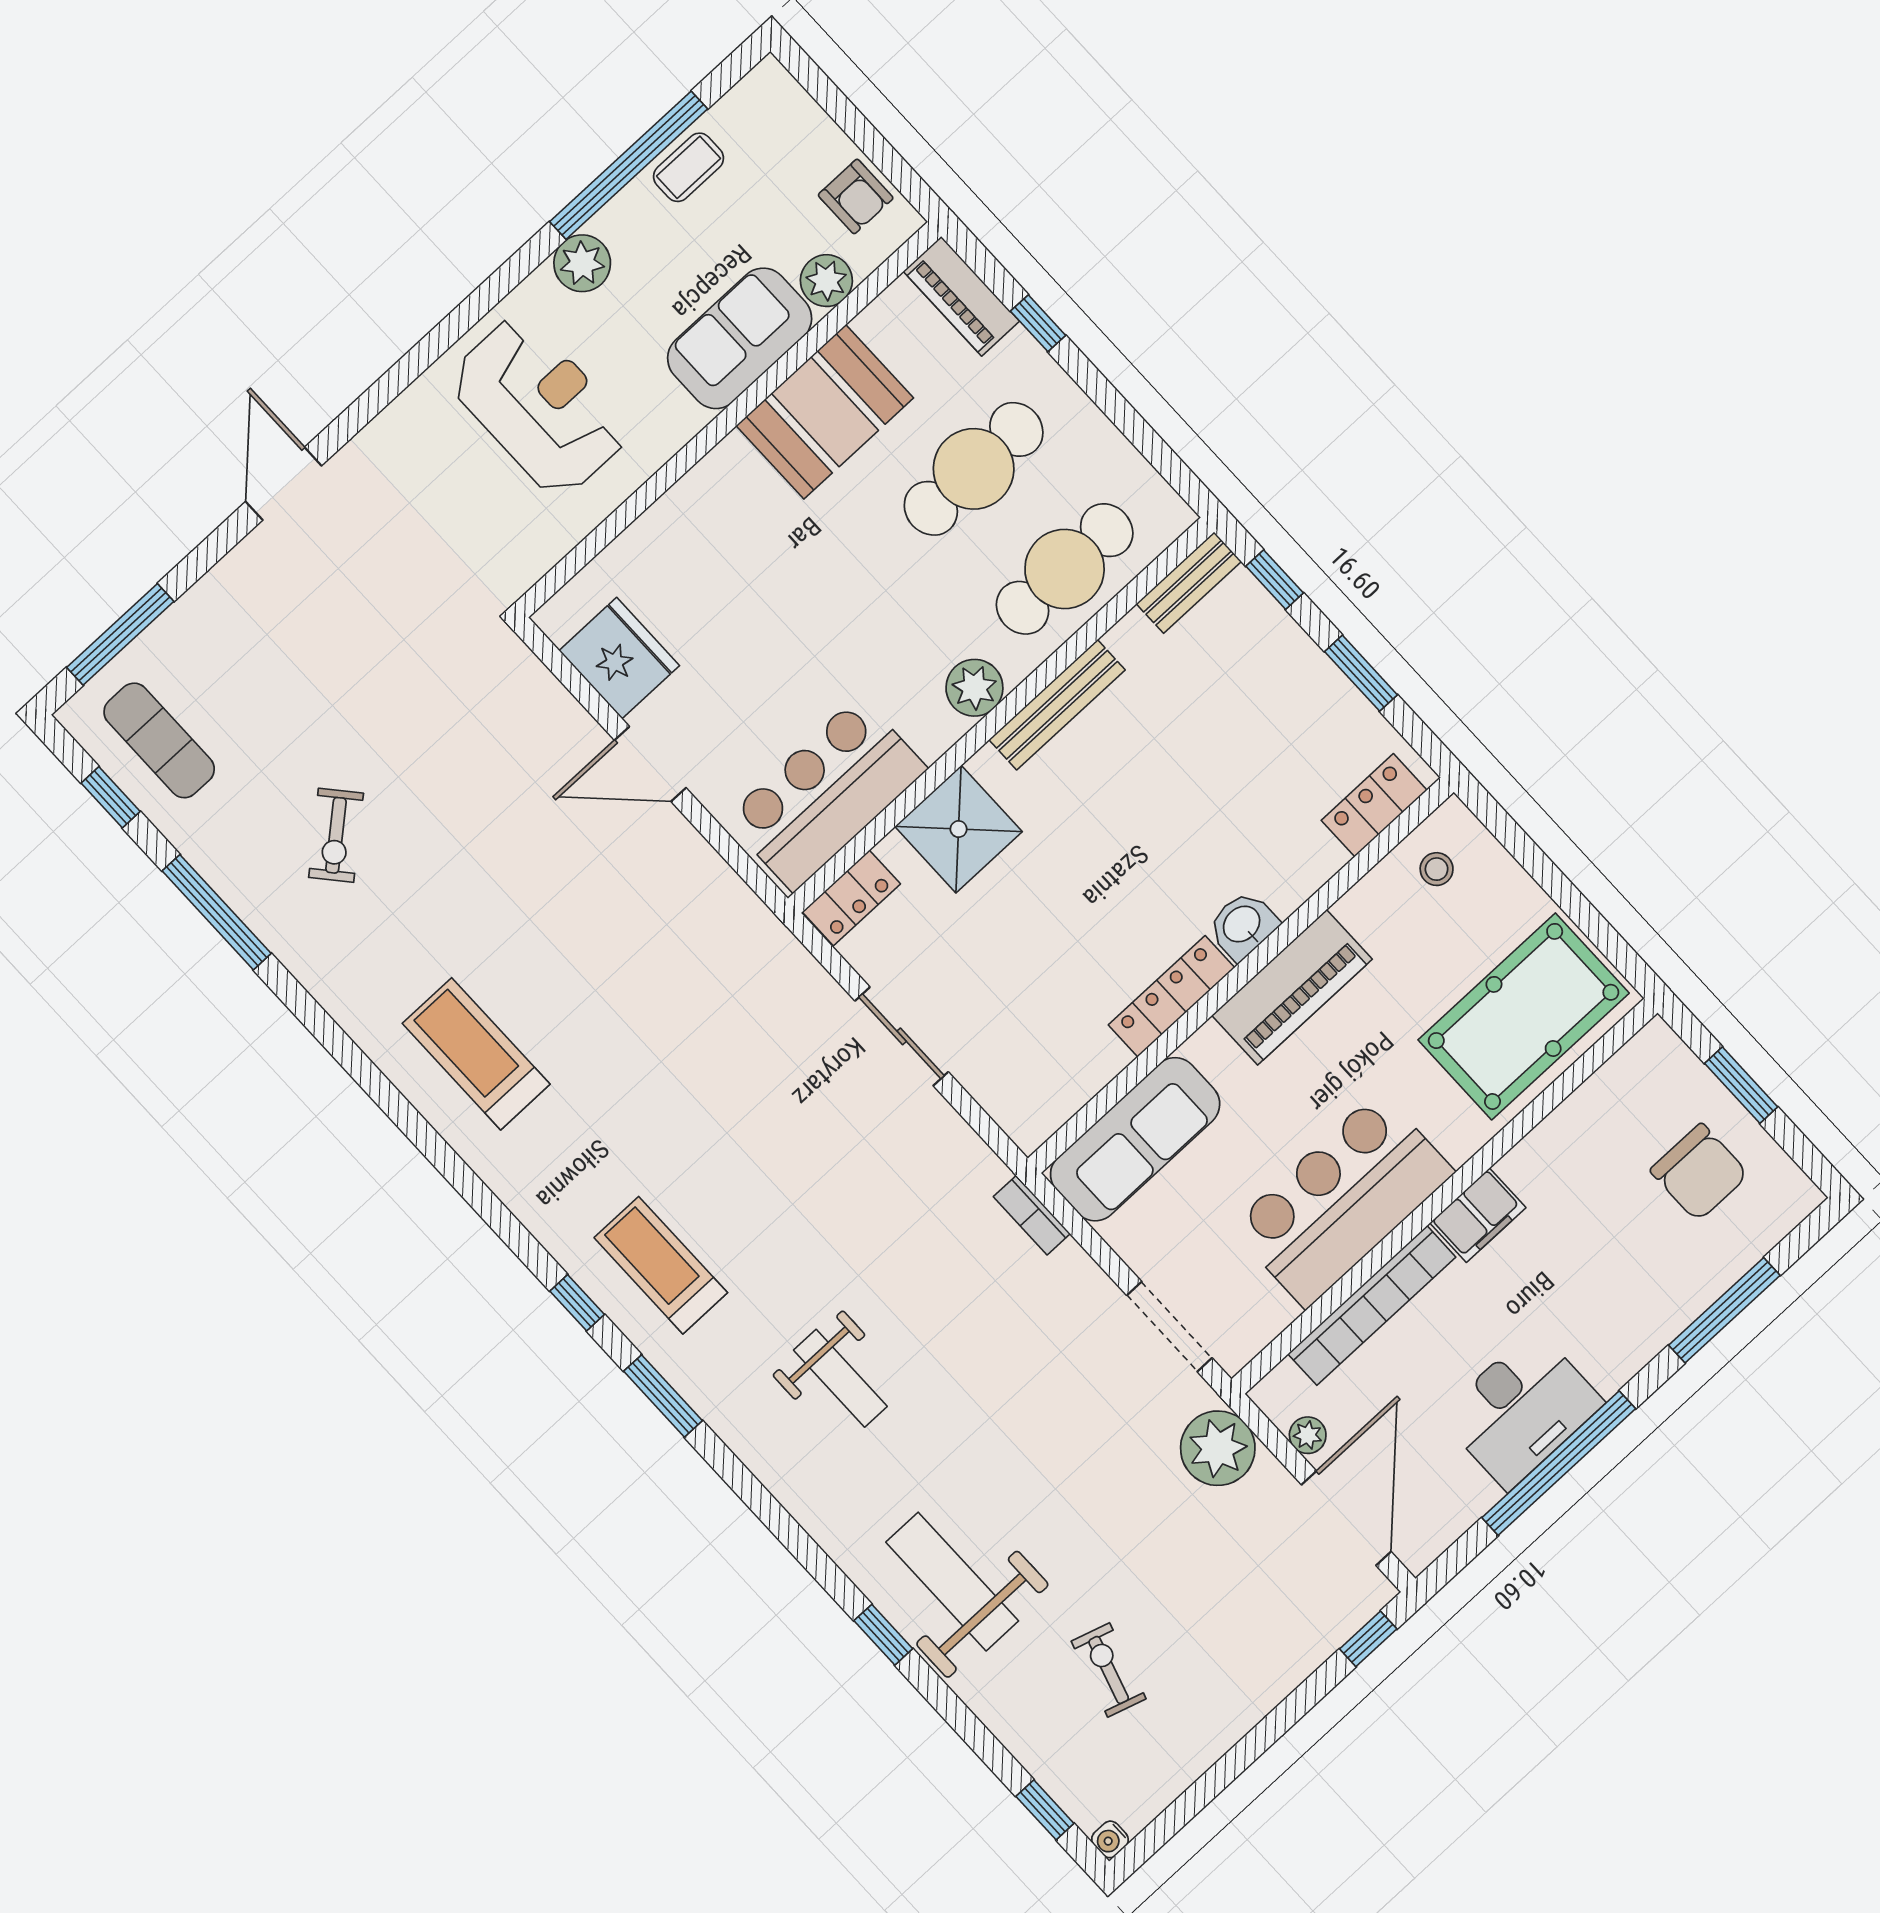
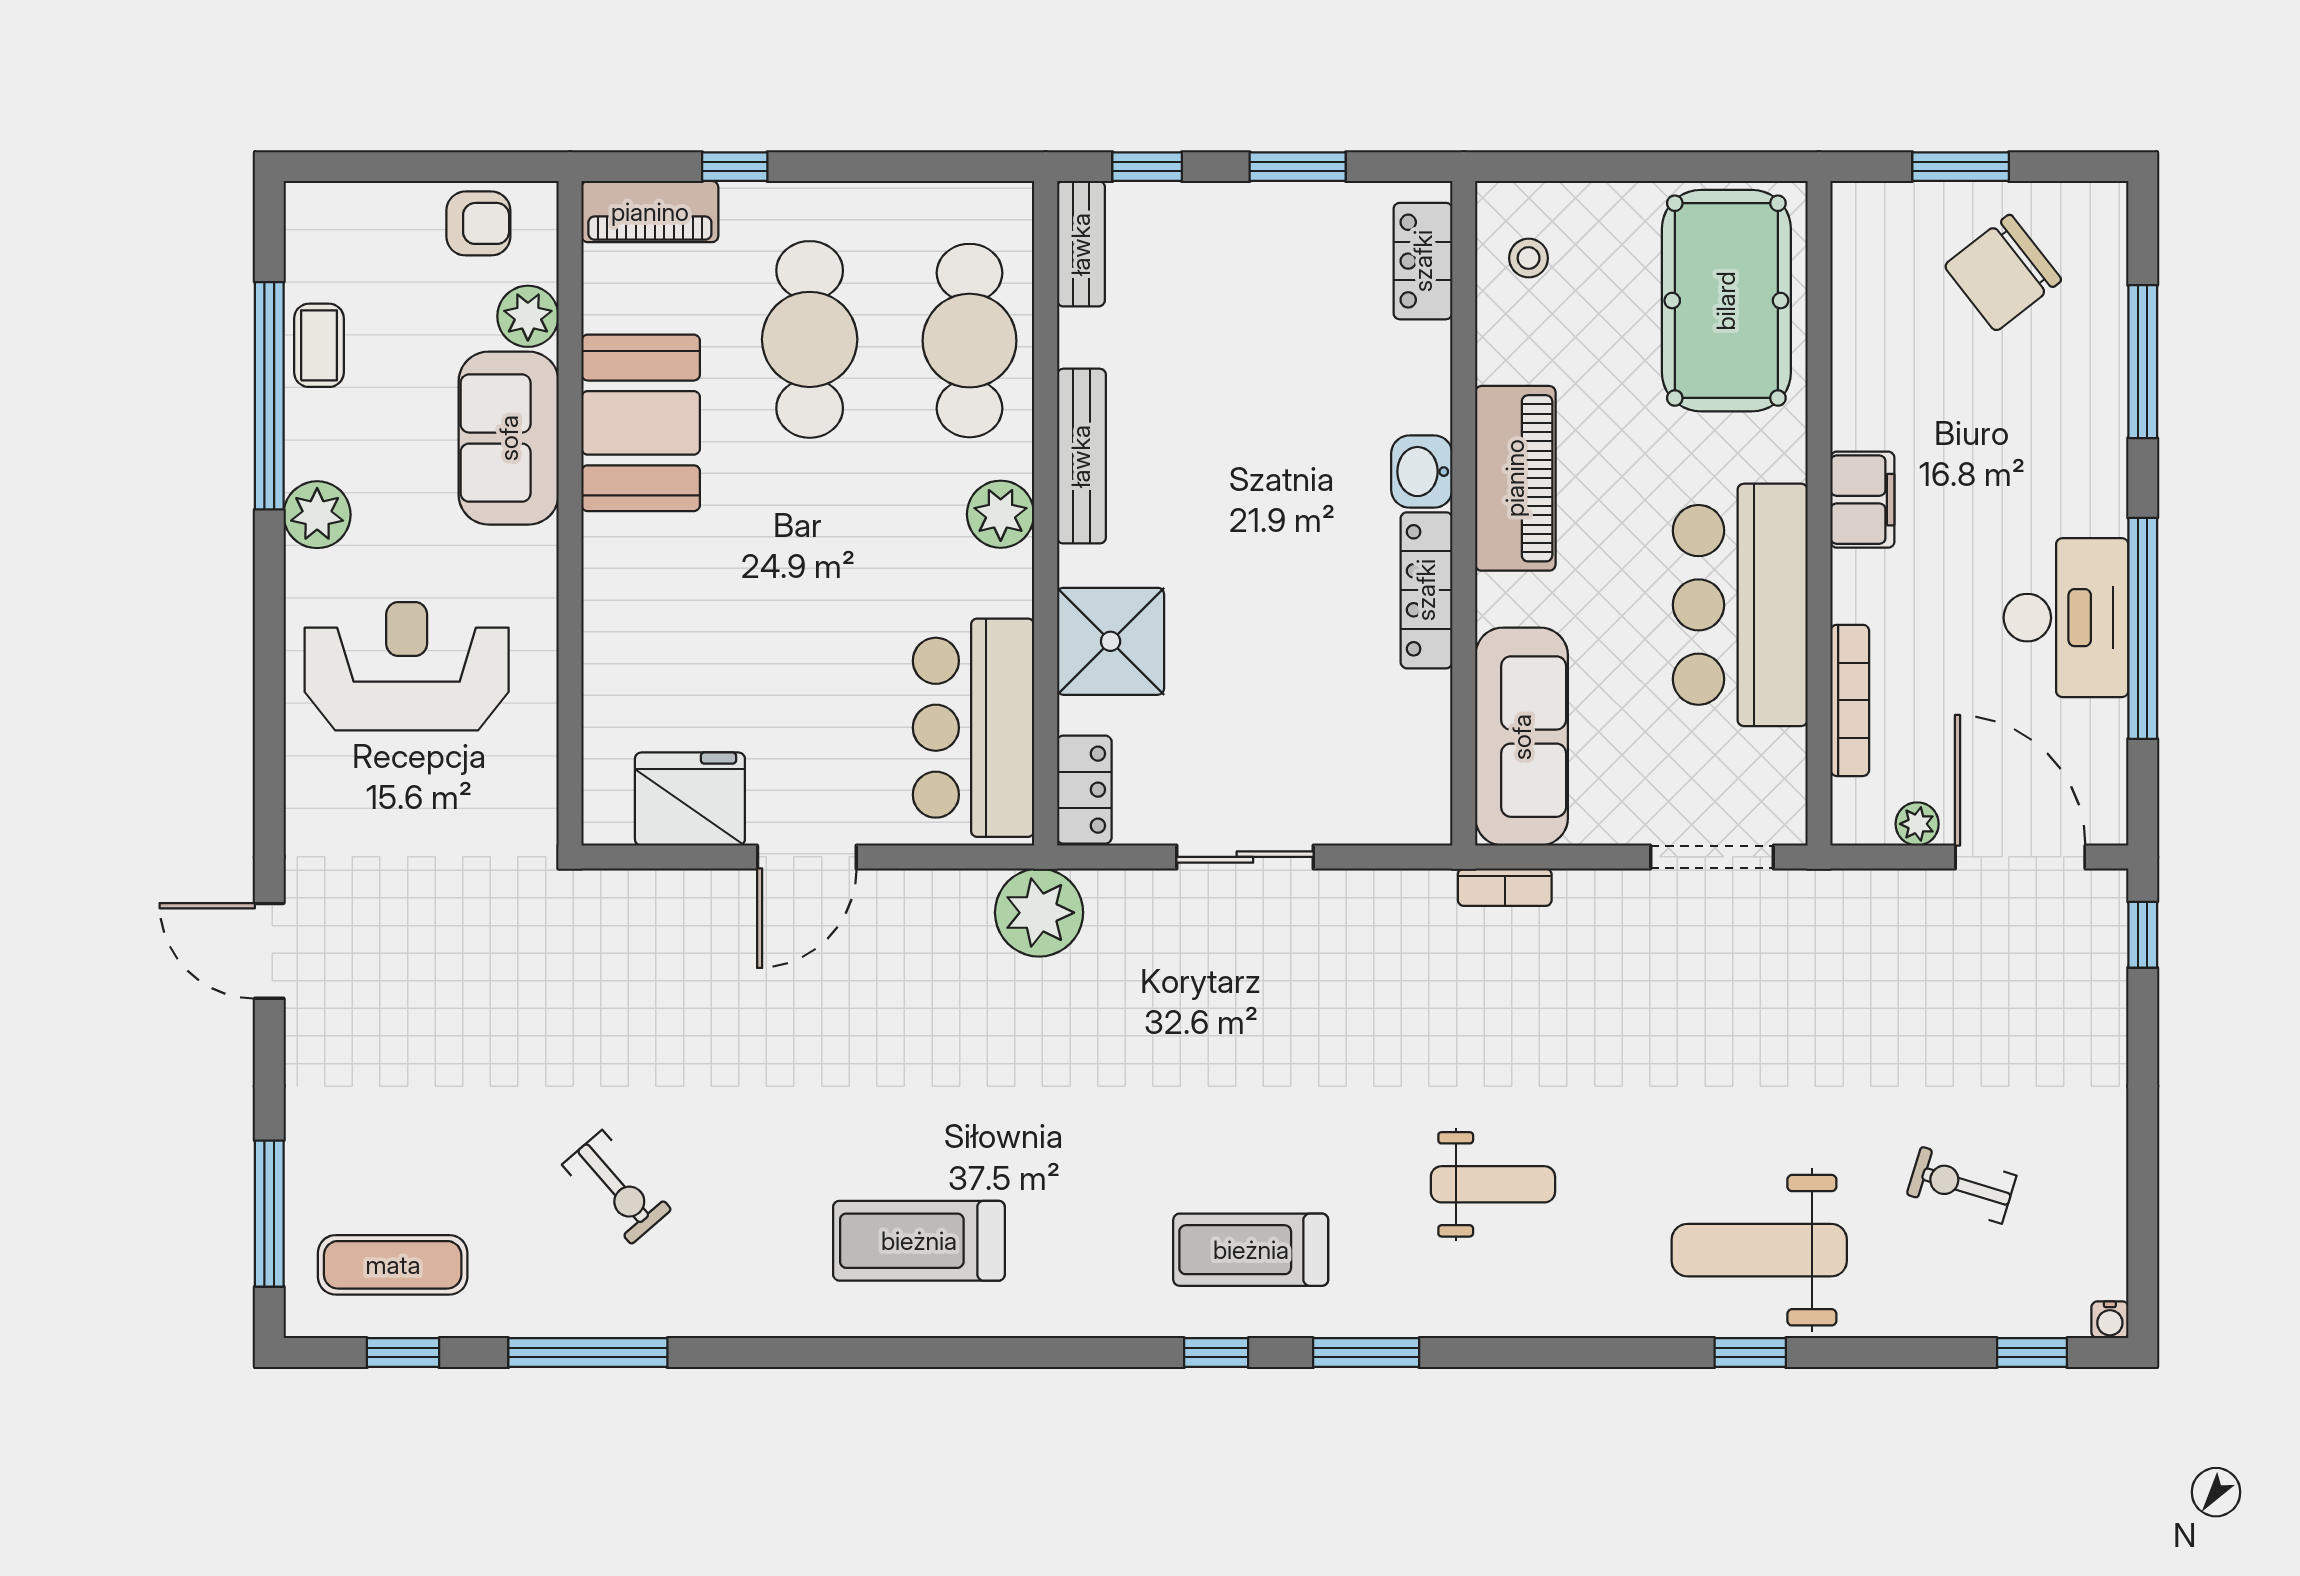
chair: (1699, 1172) -> (2003, 273), turned 142
bookcase: (1372, 1305) -> (1850, 700), width x0.68, depth x0.76
plant: (1218, 1448) -> (1039, 913), moved

